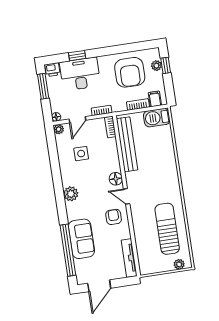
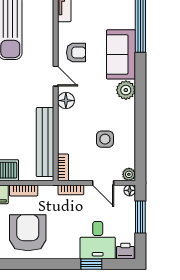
desk: (80, 74) -> (98, 240), width x0.73
window: (43, 86) -> (140, 217), moved
door: (77, 120) -> (103, 183), swing flipped
armchair: (114, 217) -> (76, 53), turned -90
sofa: (81, 239) -> (121, 54), moved

